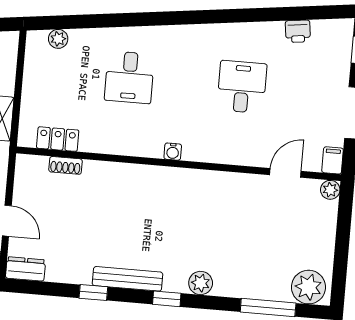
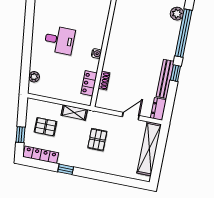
water cooler: (173, 152) -> (96, 54), moved
bench: (128, 279) -> (165, 79), moved
window: (167, 299) -> (184, 33), width x3.17

